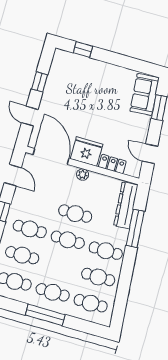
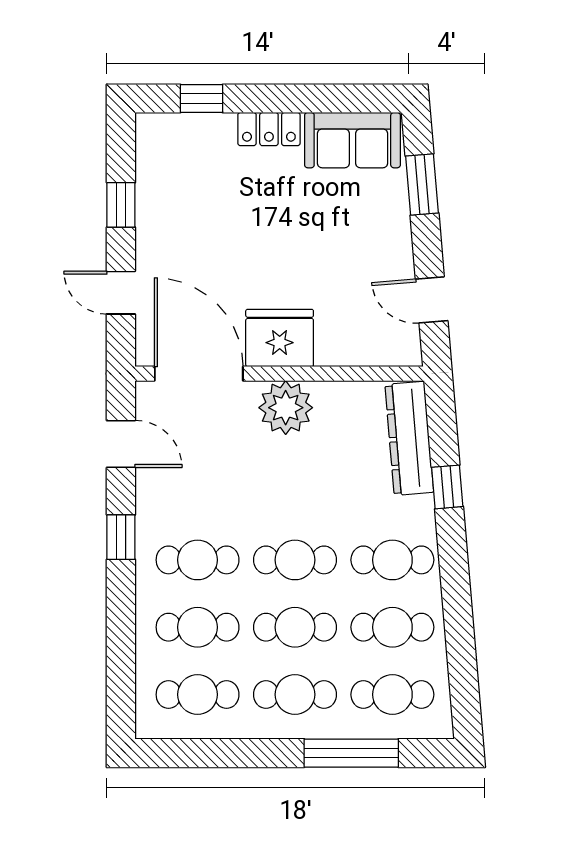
sofa: (145, 94) -> (352, 140), moved, turned -85
locker: (112, 164) -> (269, 129), moved, turned 180
plant: (83, 174) -> (286, 408), width x1.87, depth x1.87
cafe table: (75, 214) -> (295, 627), moved
window: (135, 228) -> (447, 487), width x0.46
window: (45, 315) -> (351, 753), moved

